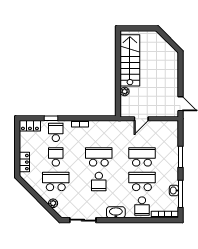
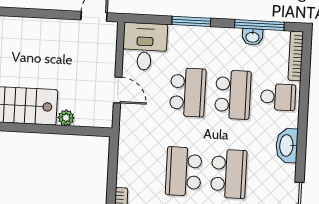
desk: (166, 132) -> (145, 47), added
school desk: (142, 157) -> (188, 92), turned 180
school desk: (99, 181) -> (229, 174), width x1.85
school desk: (142, 181) -> (233, 95), turned 180

